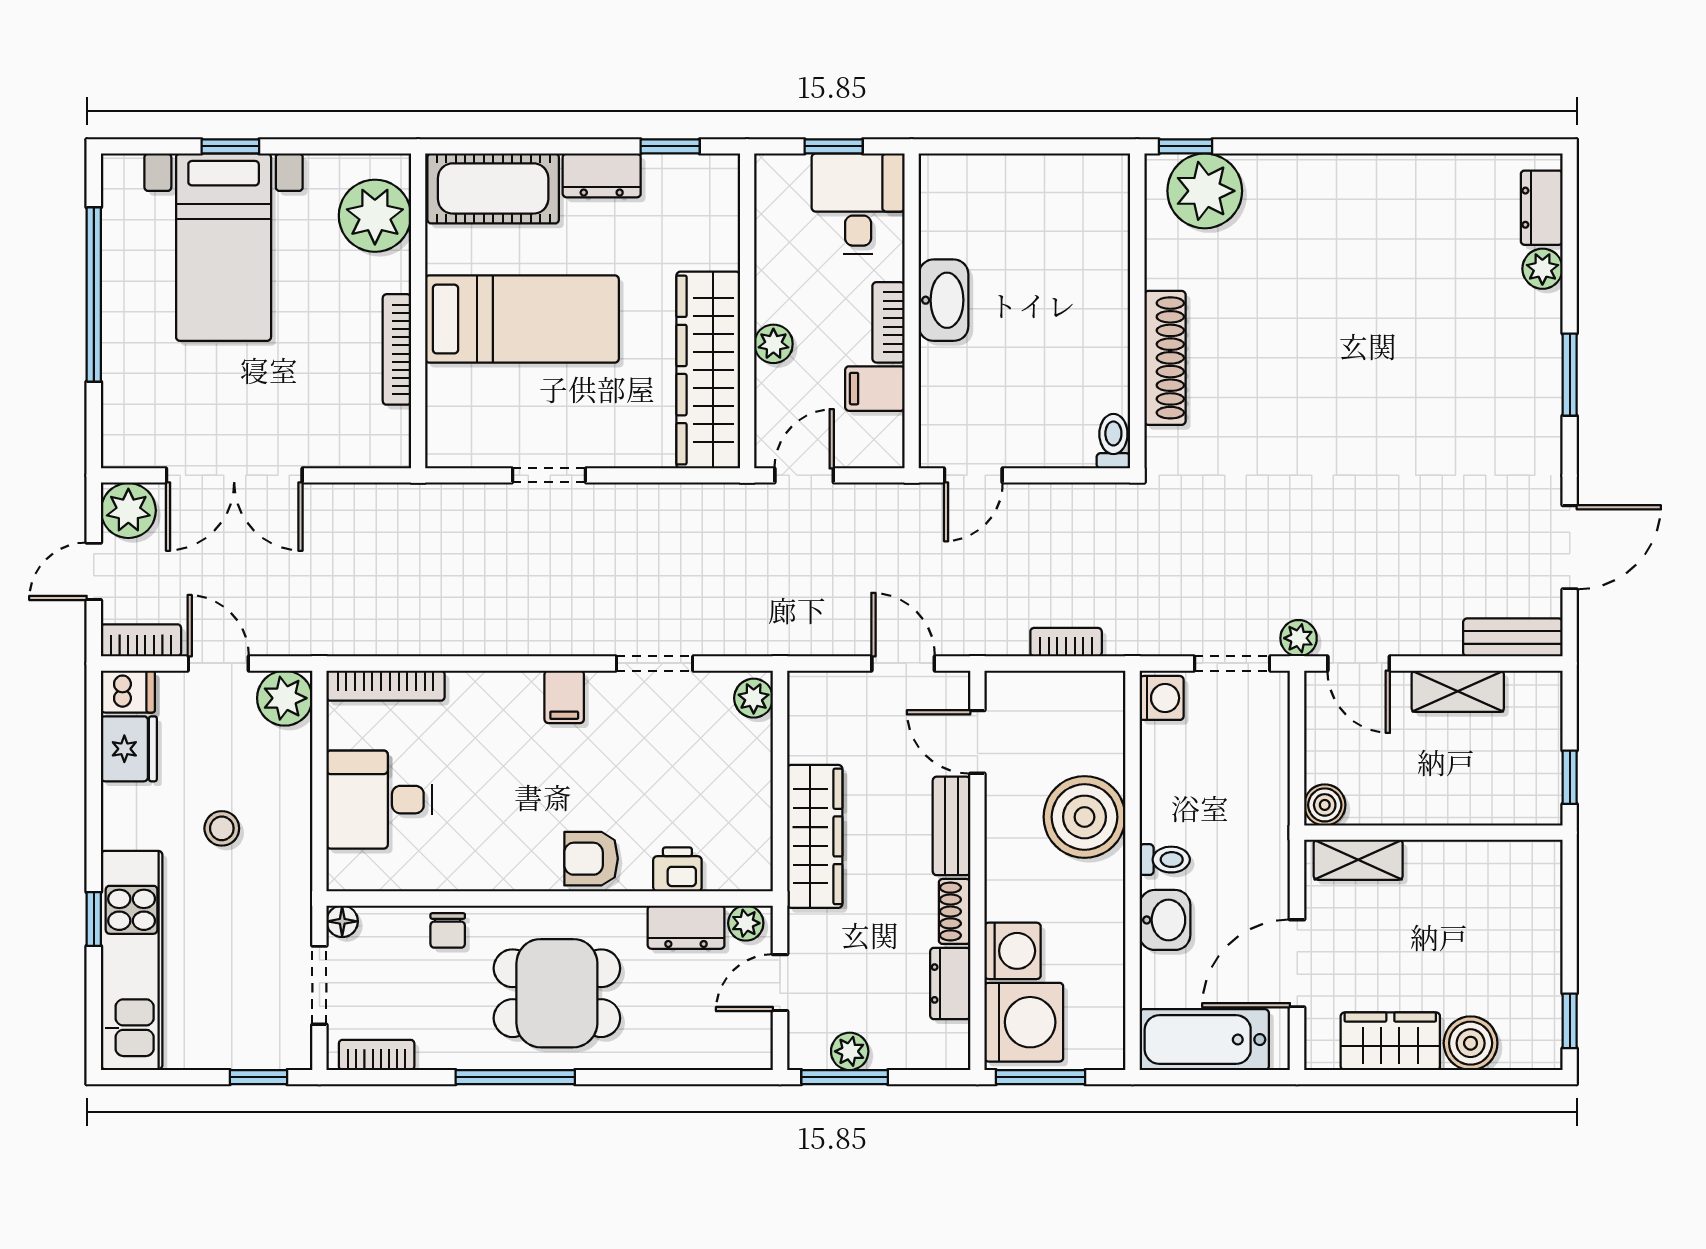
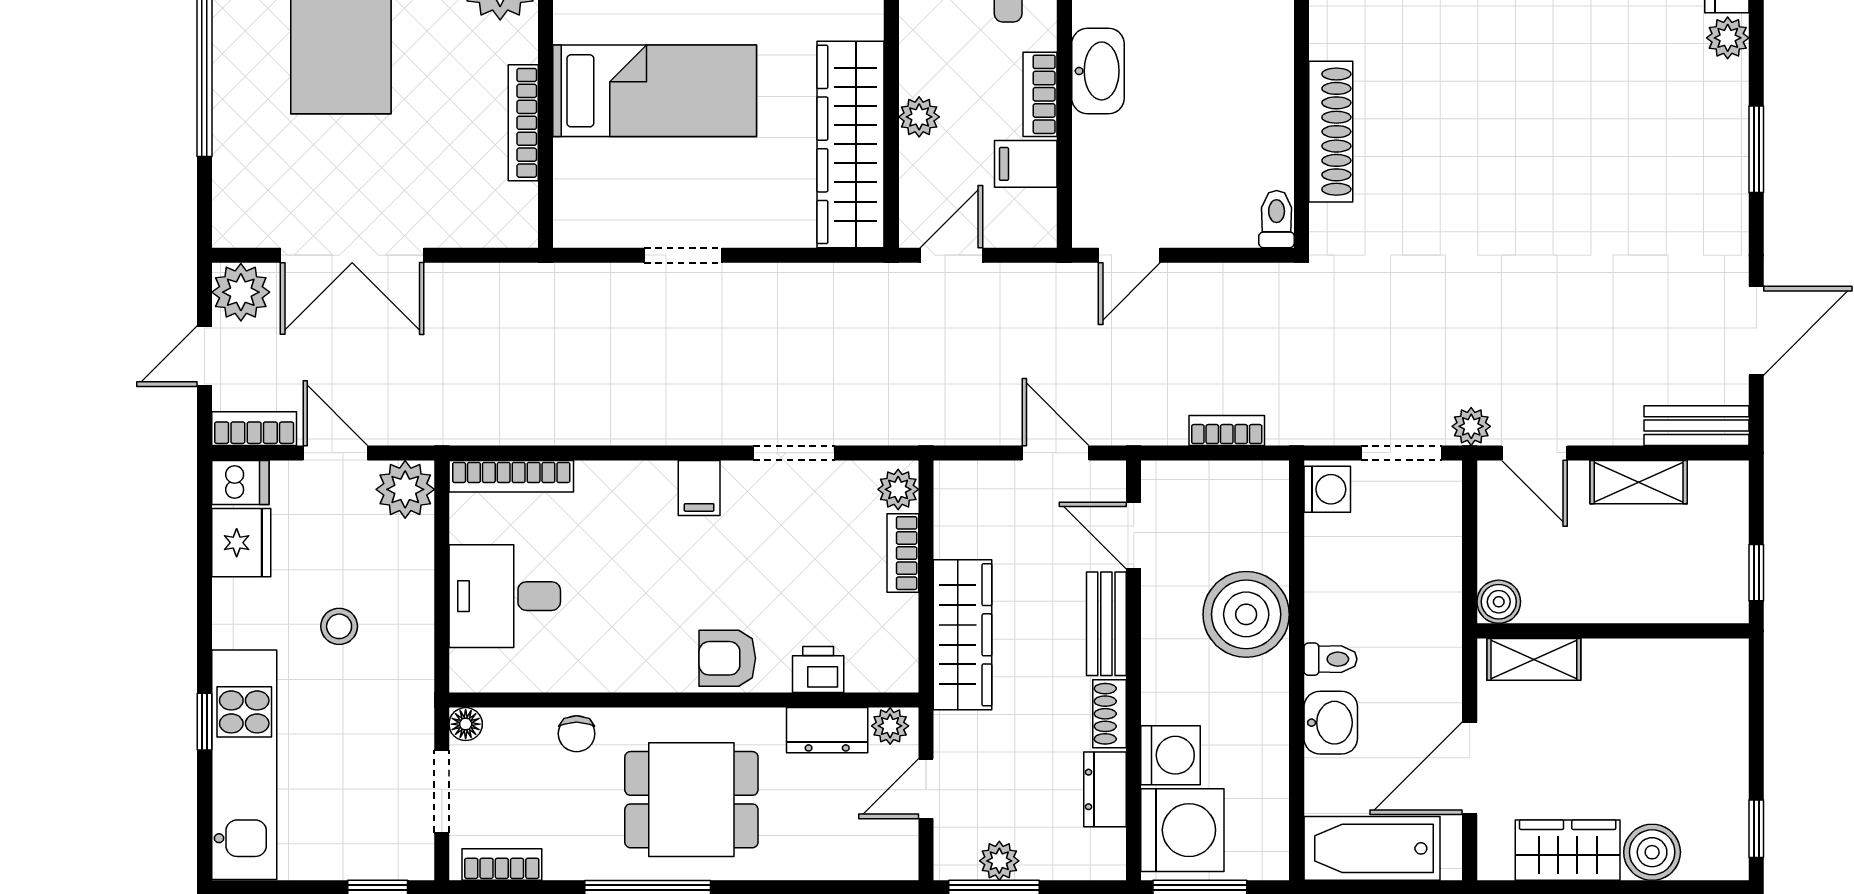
bookcase: (758, 759) -> (903, 553), added

